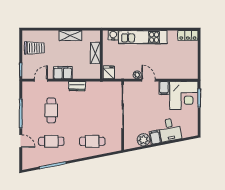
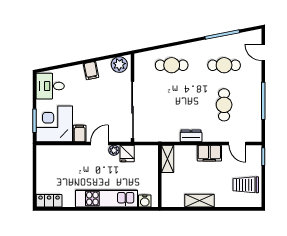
shelving: (95, 53) -> (168, 159), moved
fridge: (109, 72) -> (127, 154), moved
door: (41, 80) -> (237, 144), hinge flipped
door: (149, 80) -> (99, 144), swing flipped
desk: (170, 130) -> (50, 86), moved, turned -79
plant: (144, 140) -> (119, 65), moved
door: (21, 141) -> (263, 52), moved

